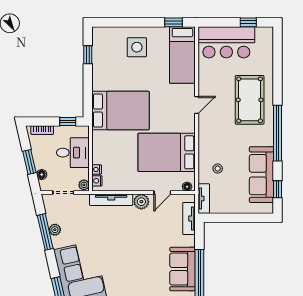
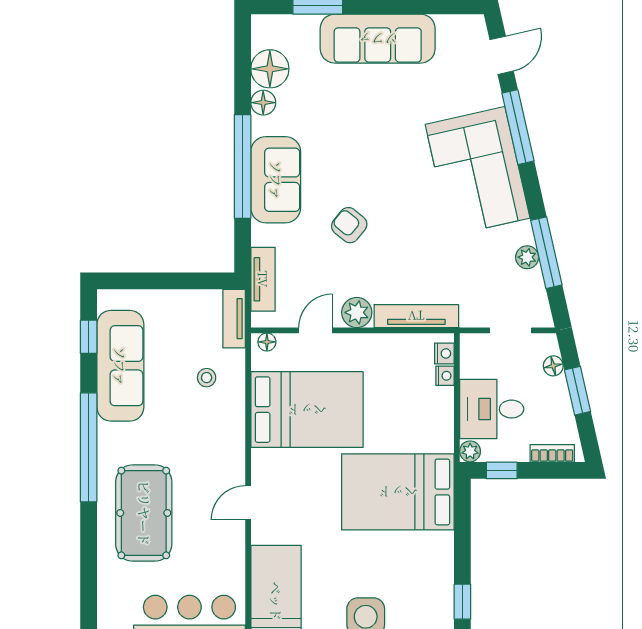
plant: (84, 185) -> (470, 451), moved
armchair: (145, 246) -> (349, 225), added

